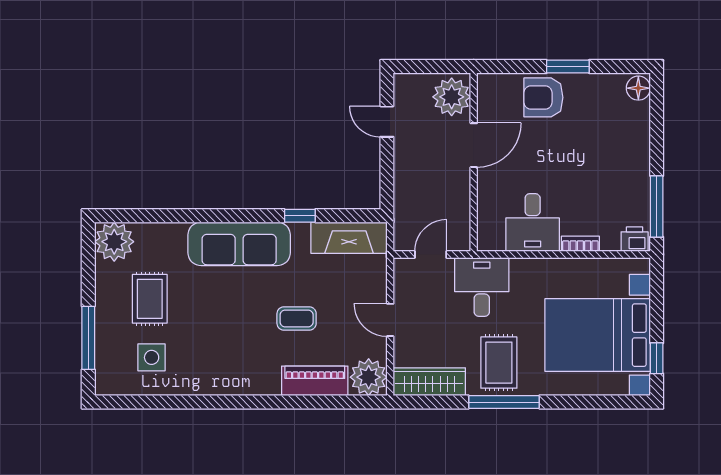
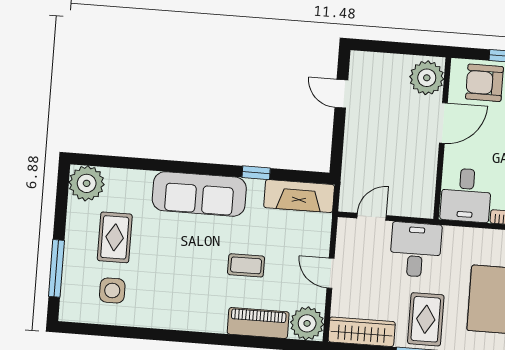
plant: (452, 97) -> (427, 78), moved
door: (474, 145) -> (443, 123), moved
wall: (474, 162) -> (442, 138), moved

